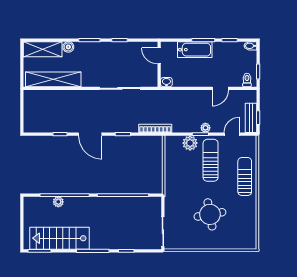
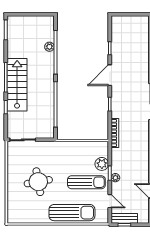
sun lounger: (245, 177) -> (72, 213), width x1.36, depth x1.34
stairs: (60, 238) -> (17, 85), moved

